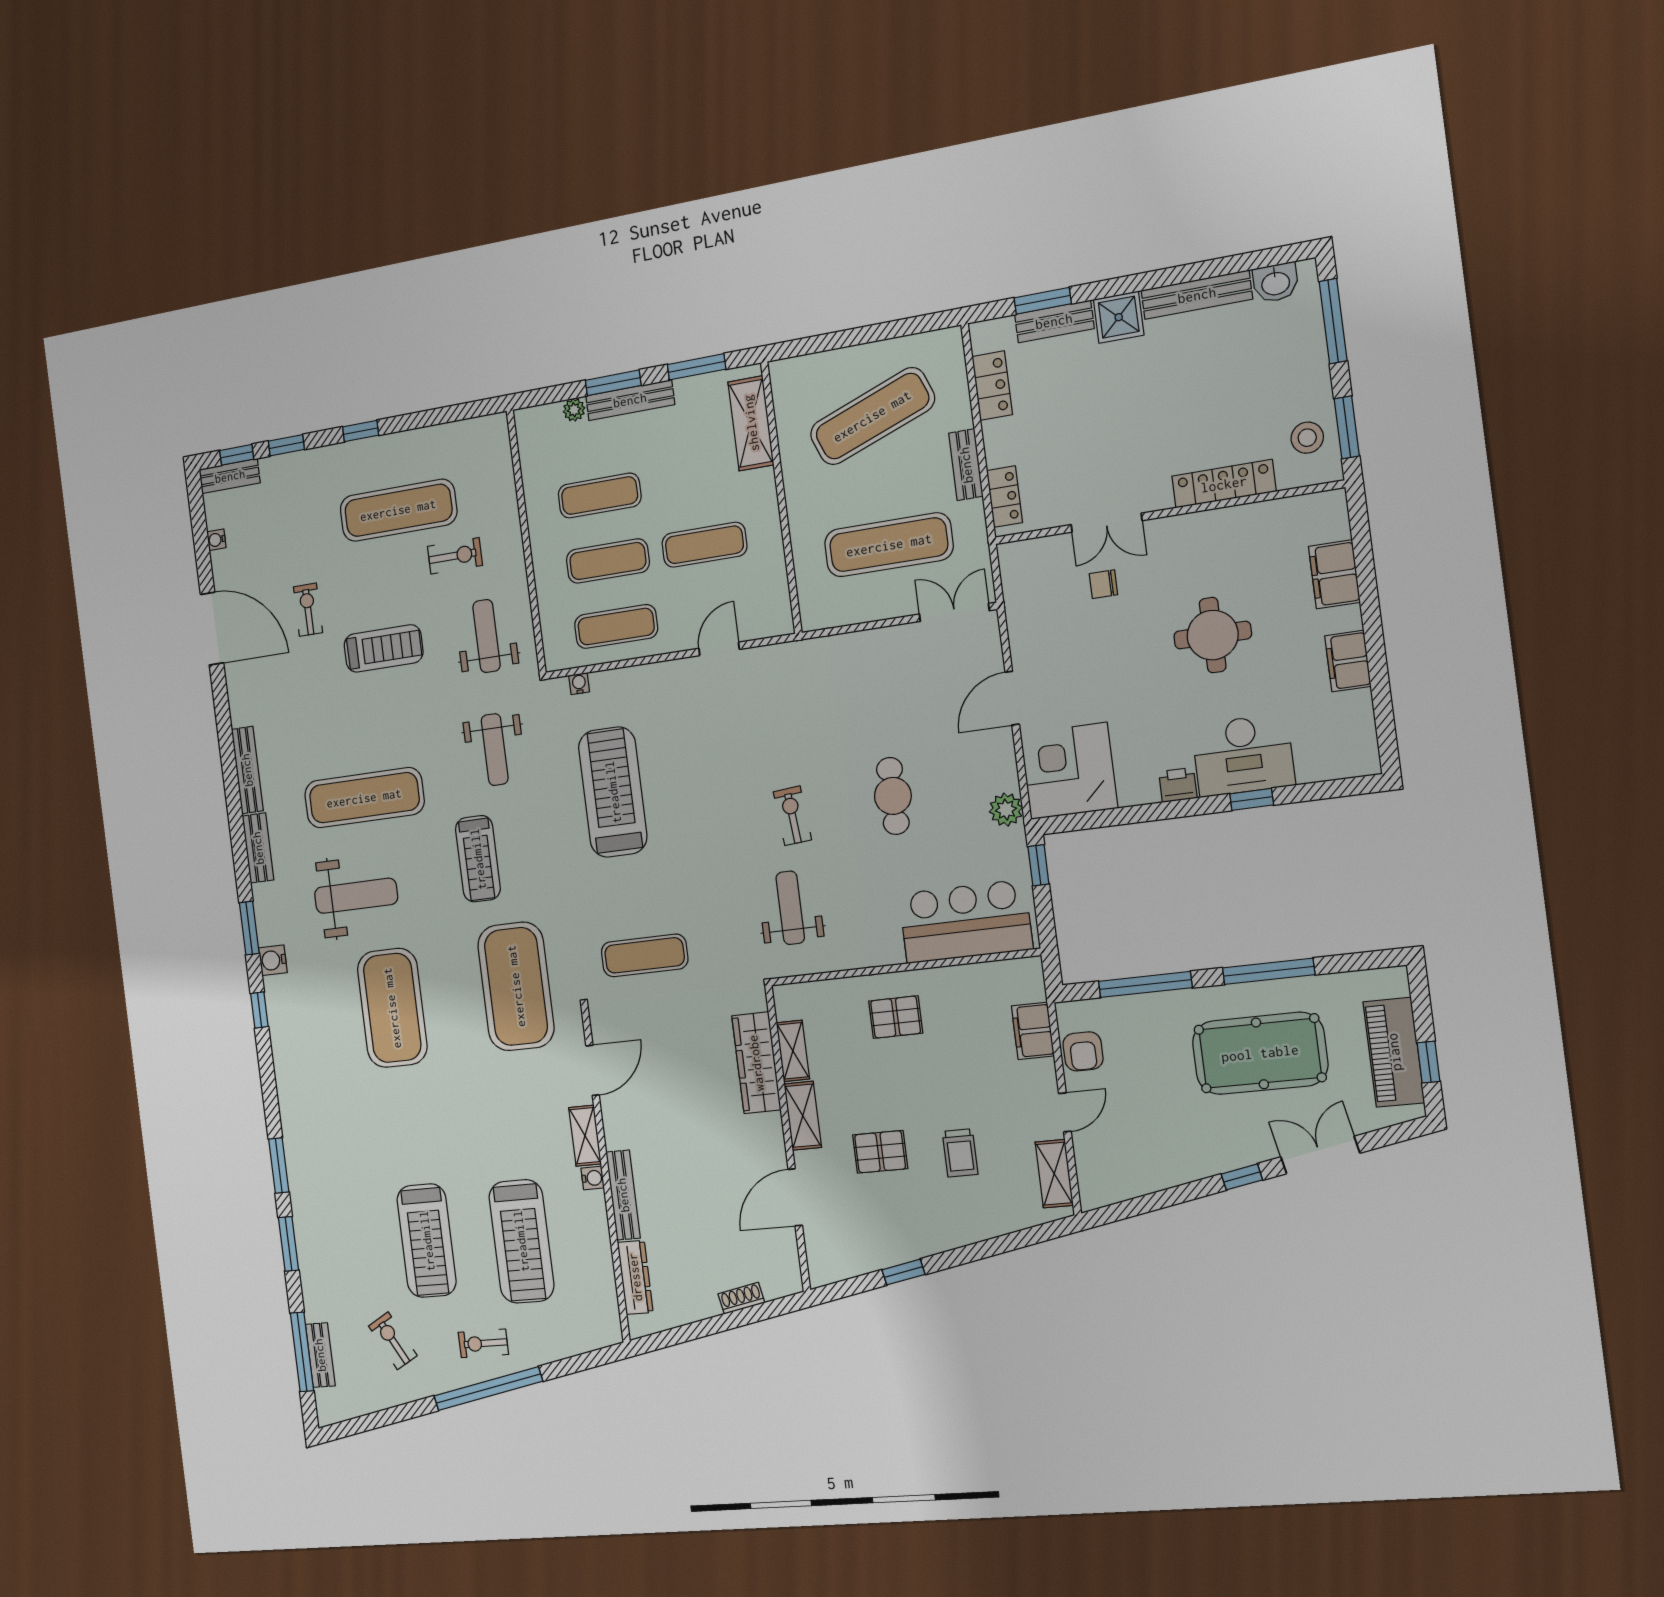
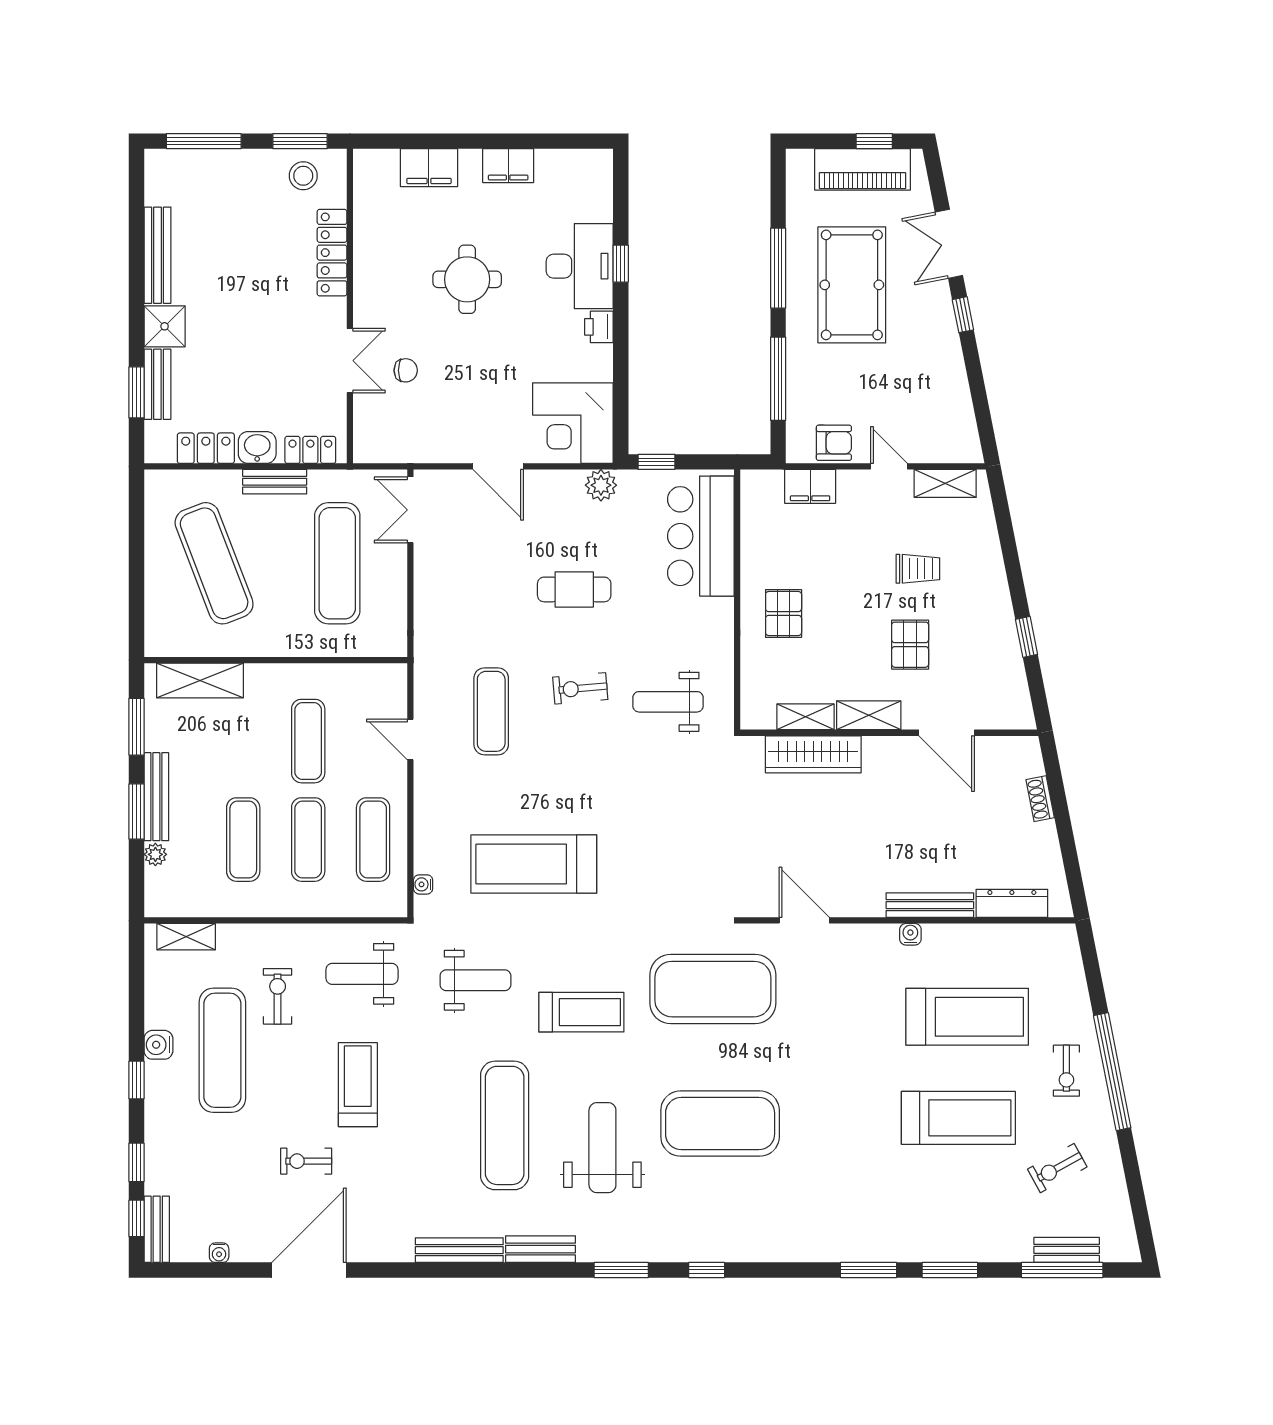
washbasin: (1276, 283) -> (257, 447), moved, turned -90
chair: (1103, 584) -> (406, 370), turned -90
exercise mat: (644, 955) -> (491, 711), moved
water cooler: (273, 960) -> (158, 1045), moved, turned 90
shelving: (585, 1136) -> (186, 937), moved

